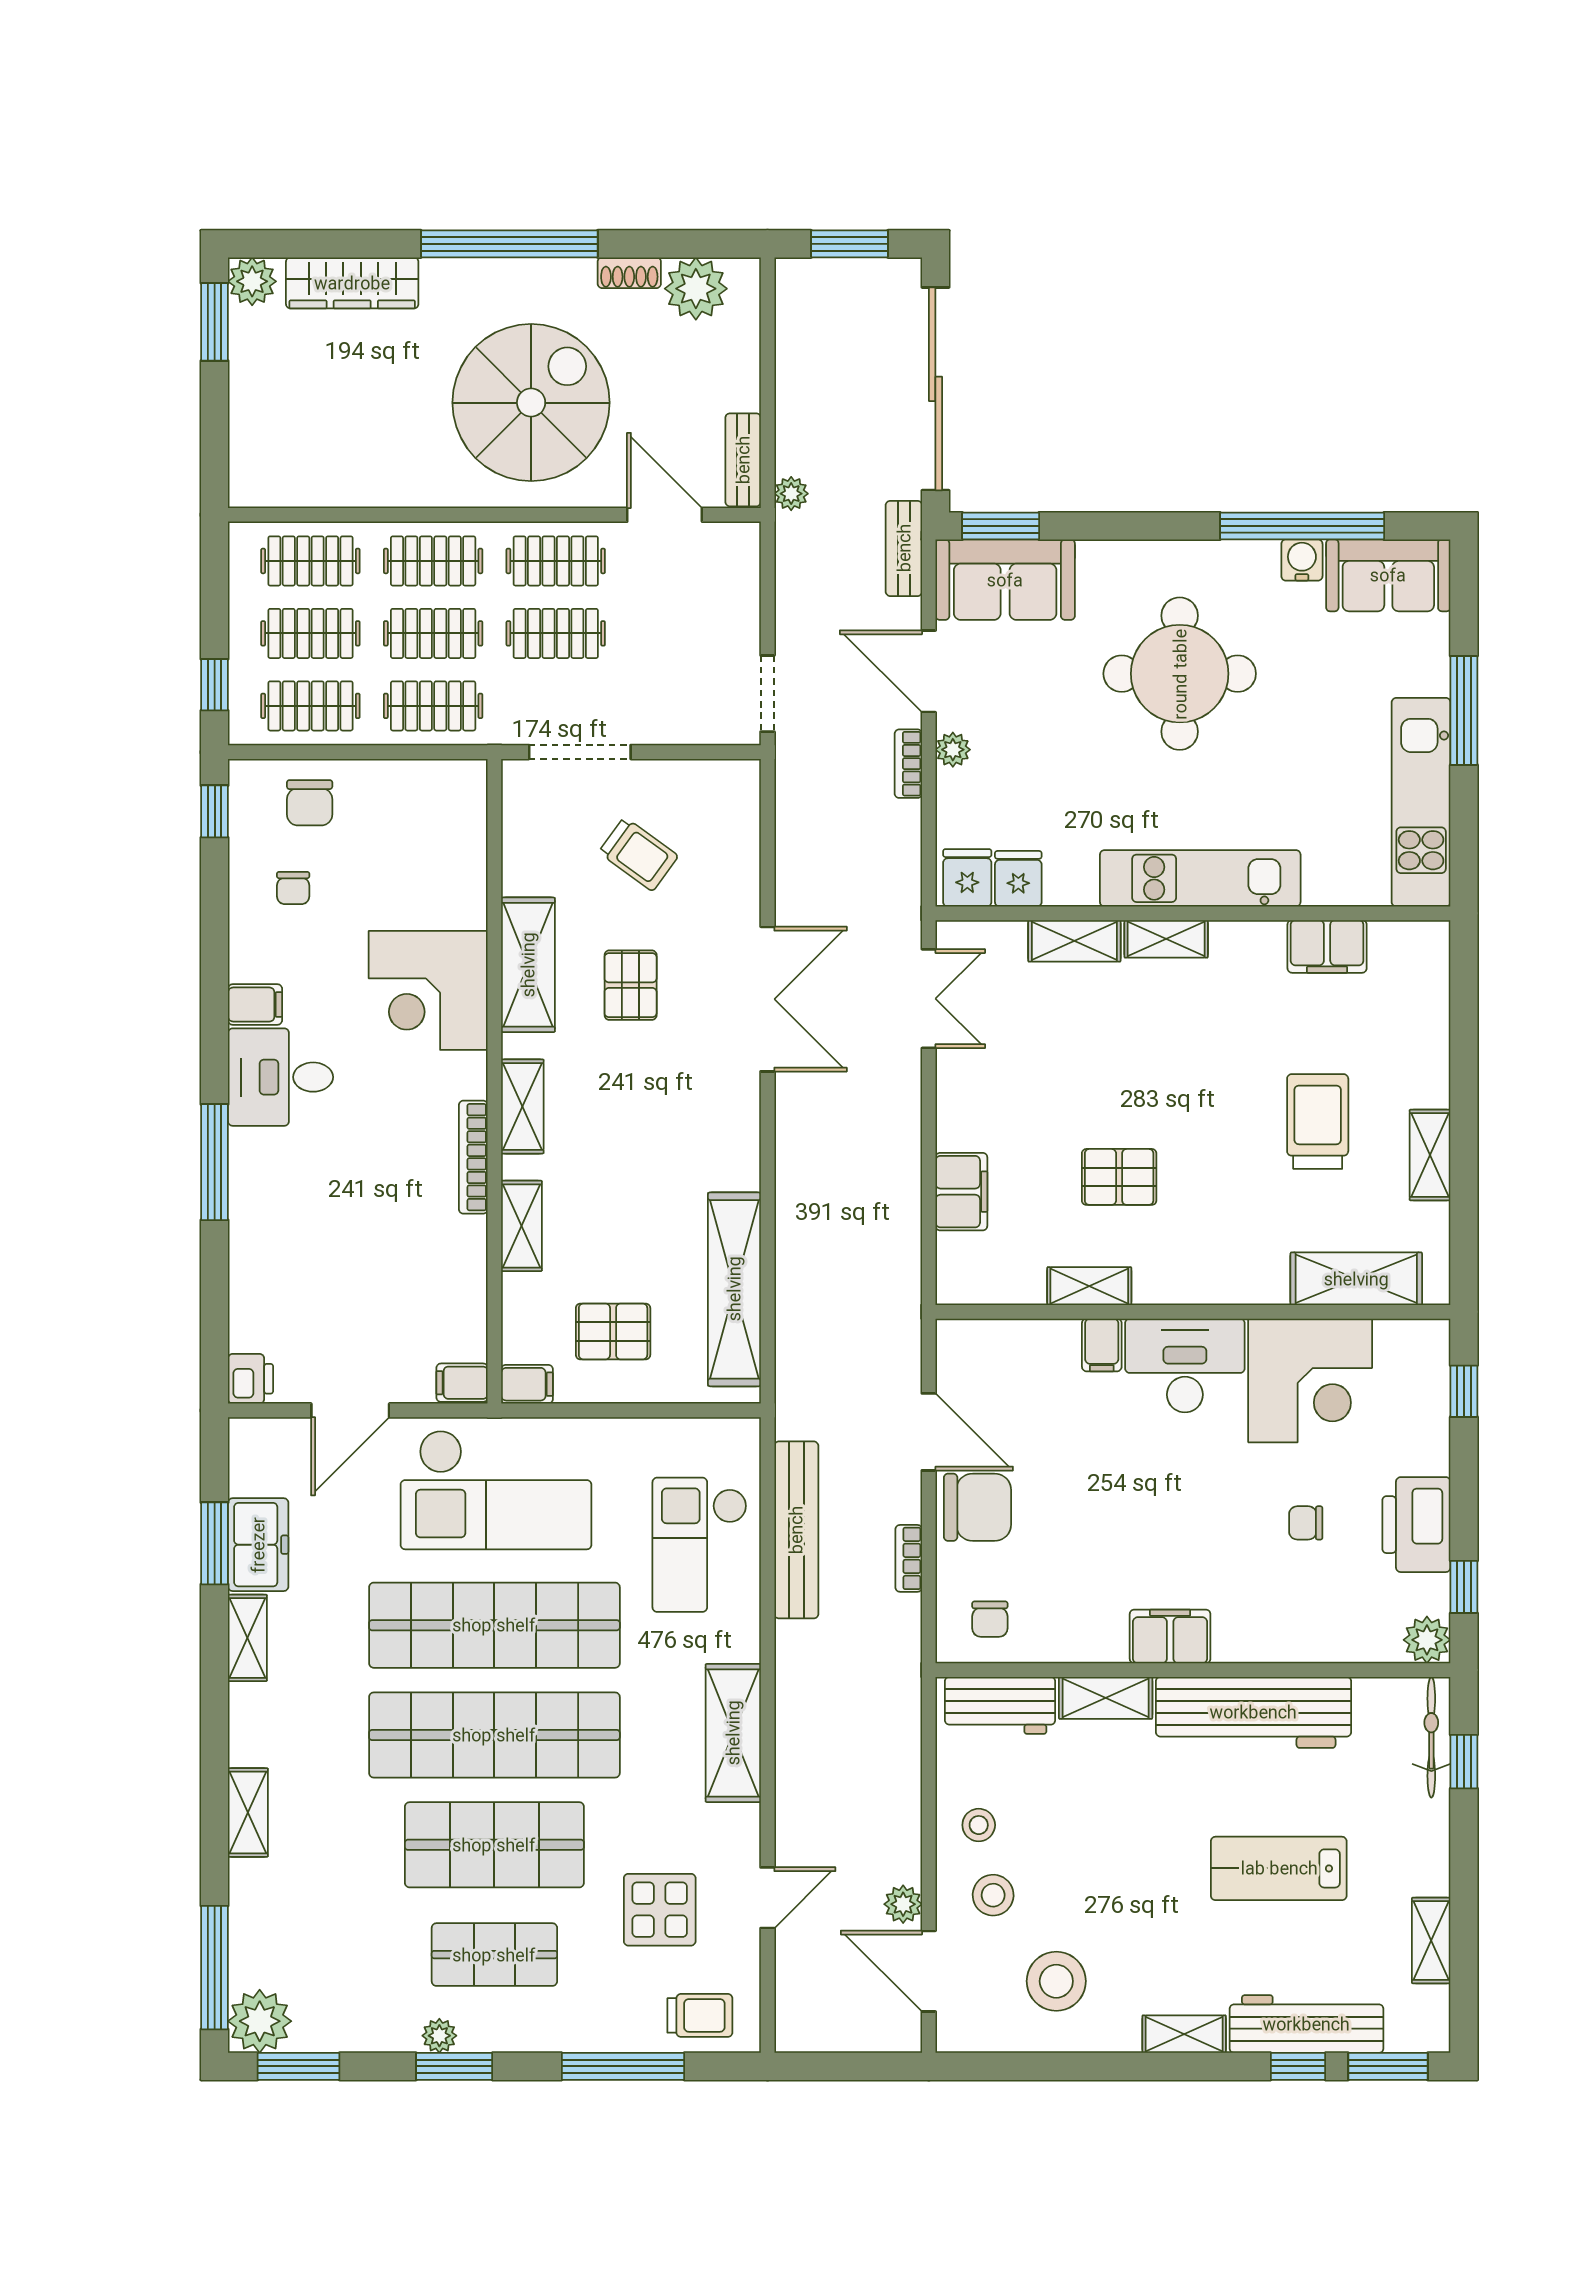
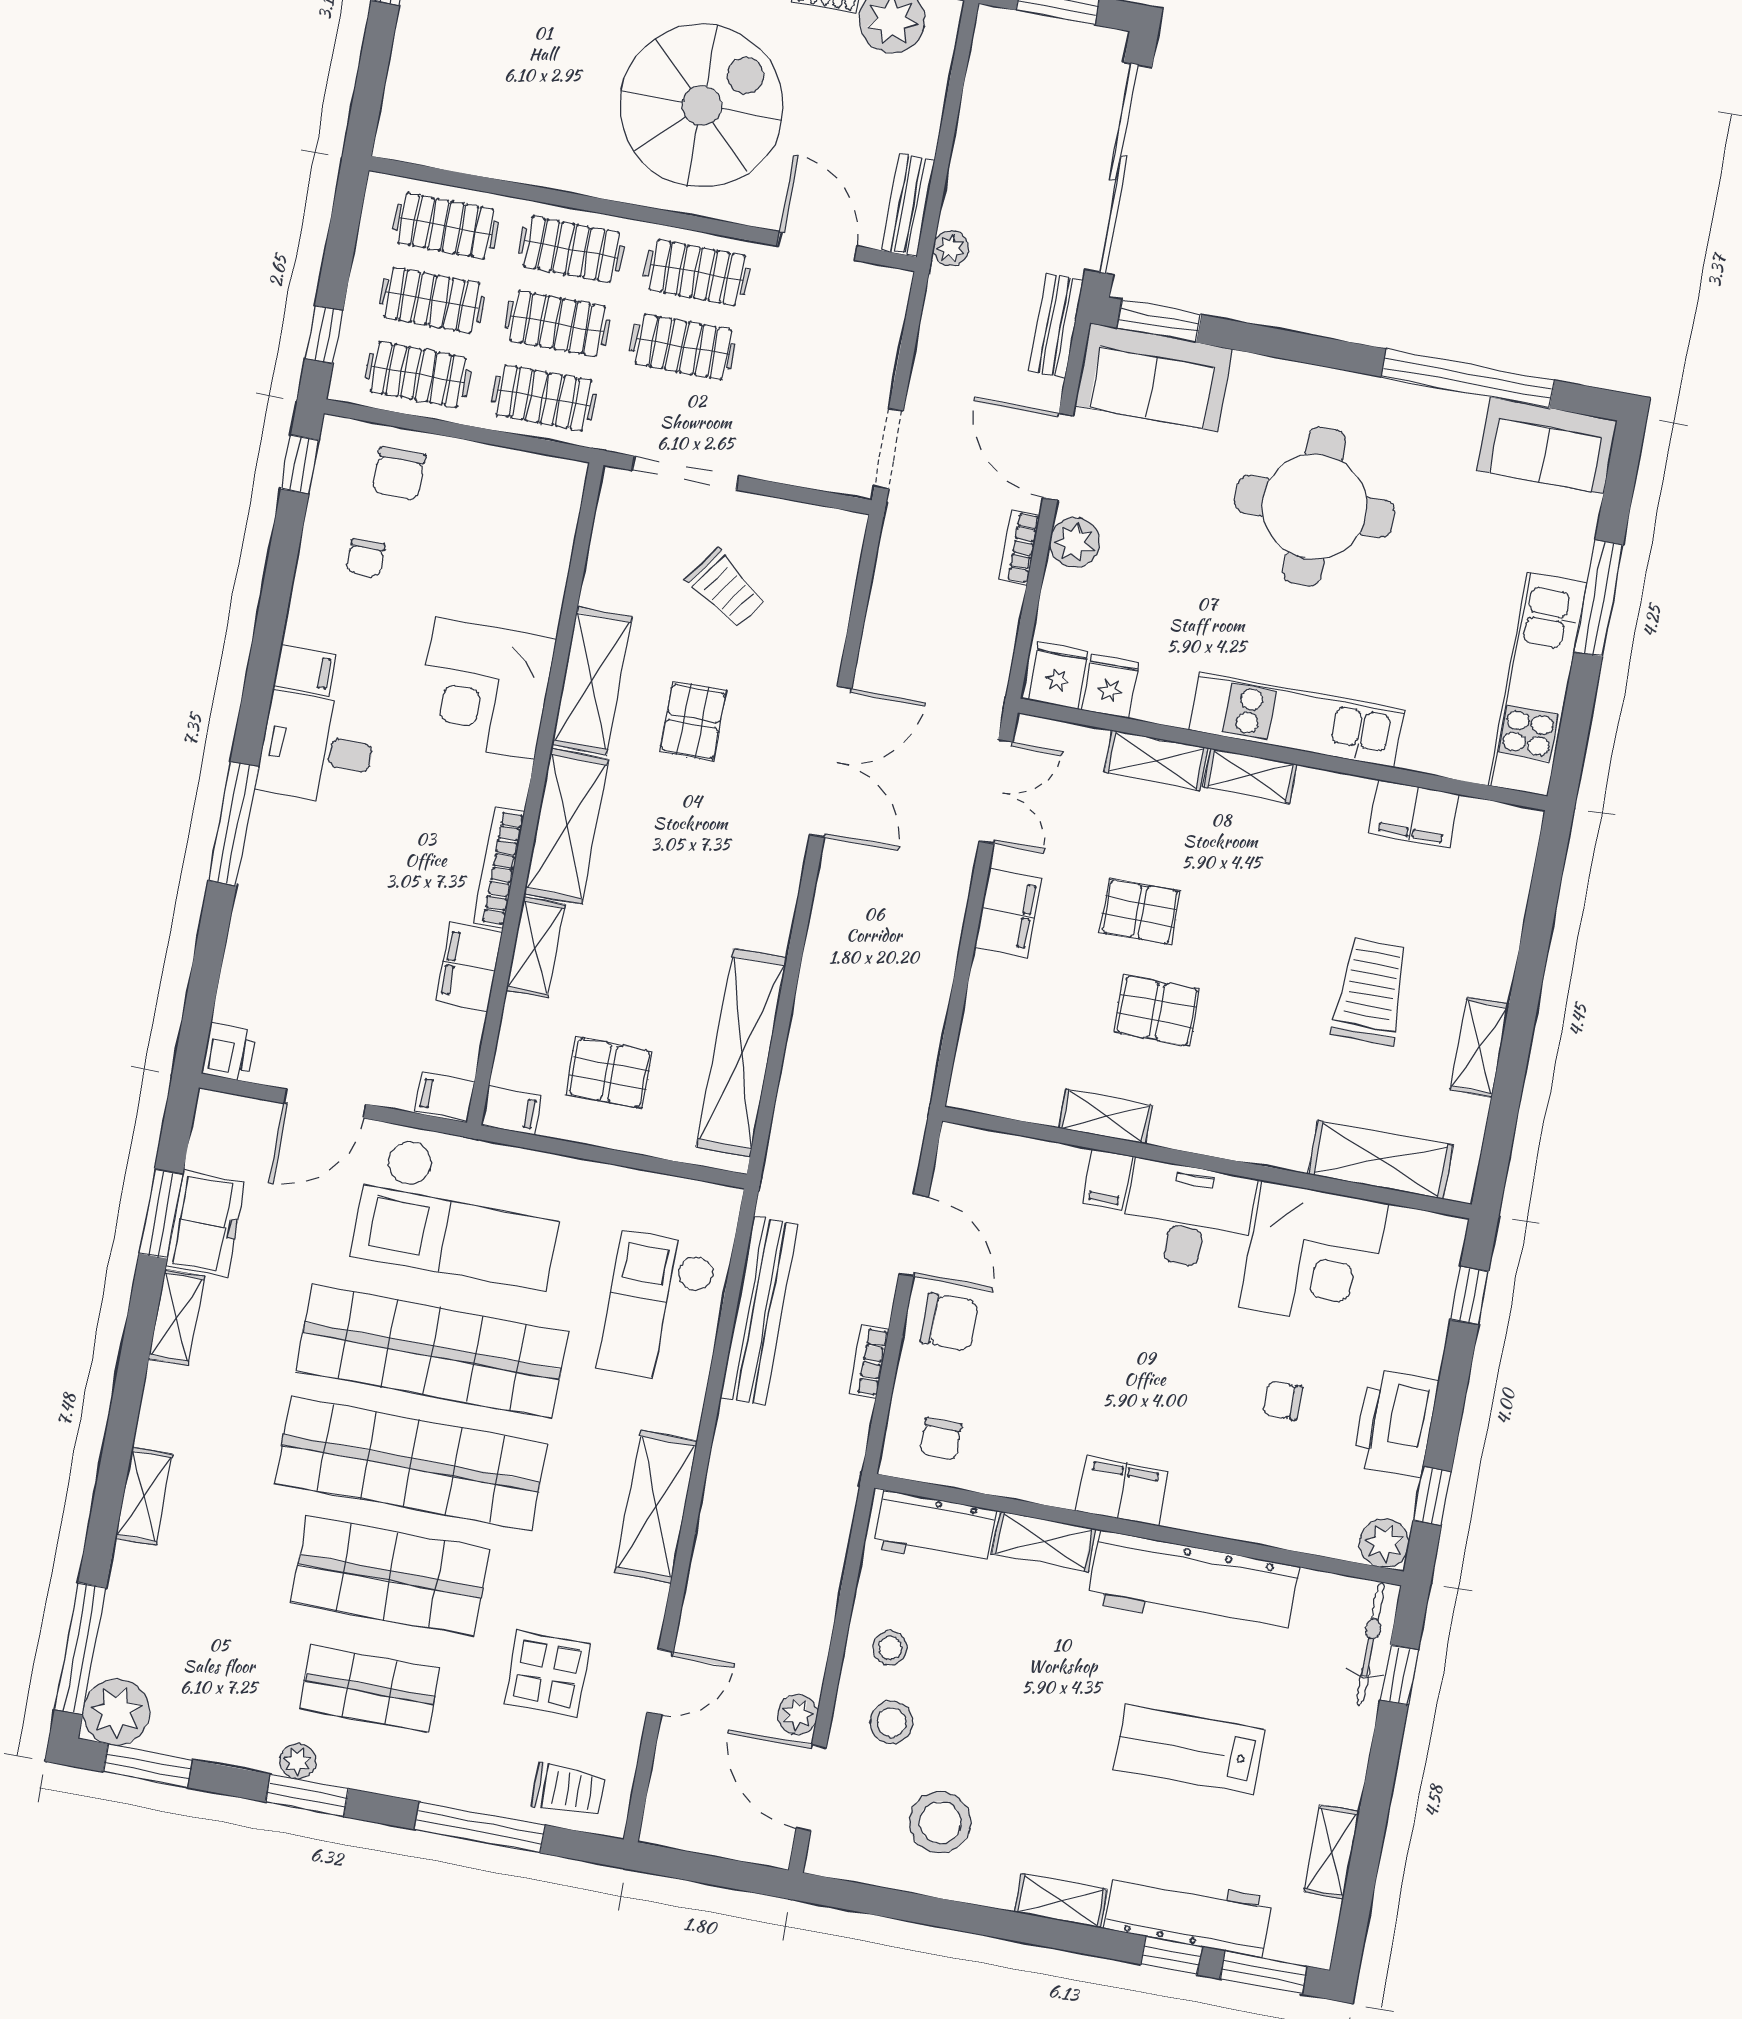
water cooler: (1302, 560) -> (1461, 413), removed
plant: (953, 750) -> (1074, 542), width x1.38, depth x1.38
pallet: (1086, 1087) -> (1140, 912), added
shelving: (522, 1106) -> (566, 826), width x1.50, depth x1.33
filing cabinet: (961, 1192) -> (1008, 913), moved
filing cabinet: (462, 1256) -> (469, 966), added
chair: (978, 1507) -> (949, 1322), width x0.73, depth x0.73

